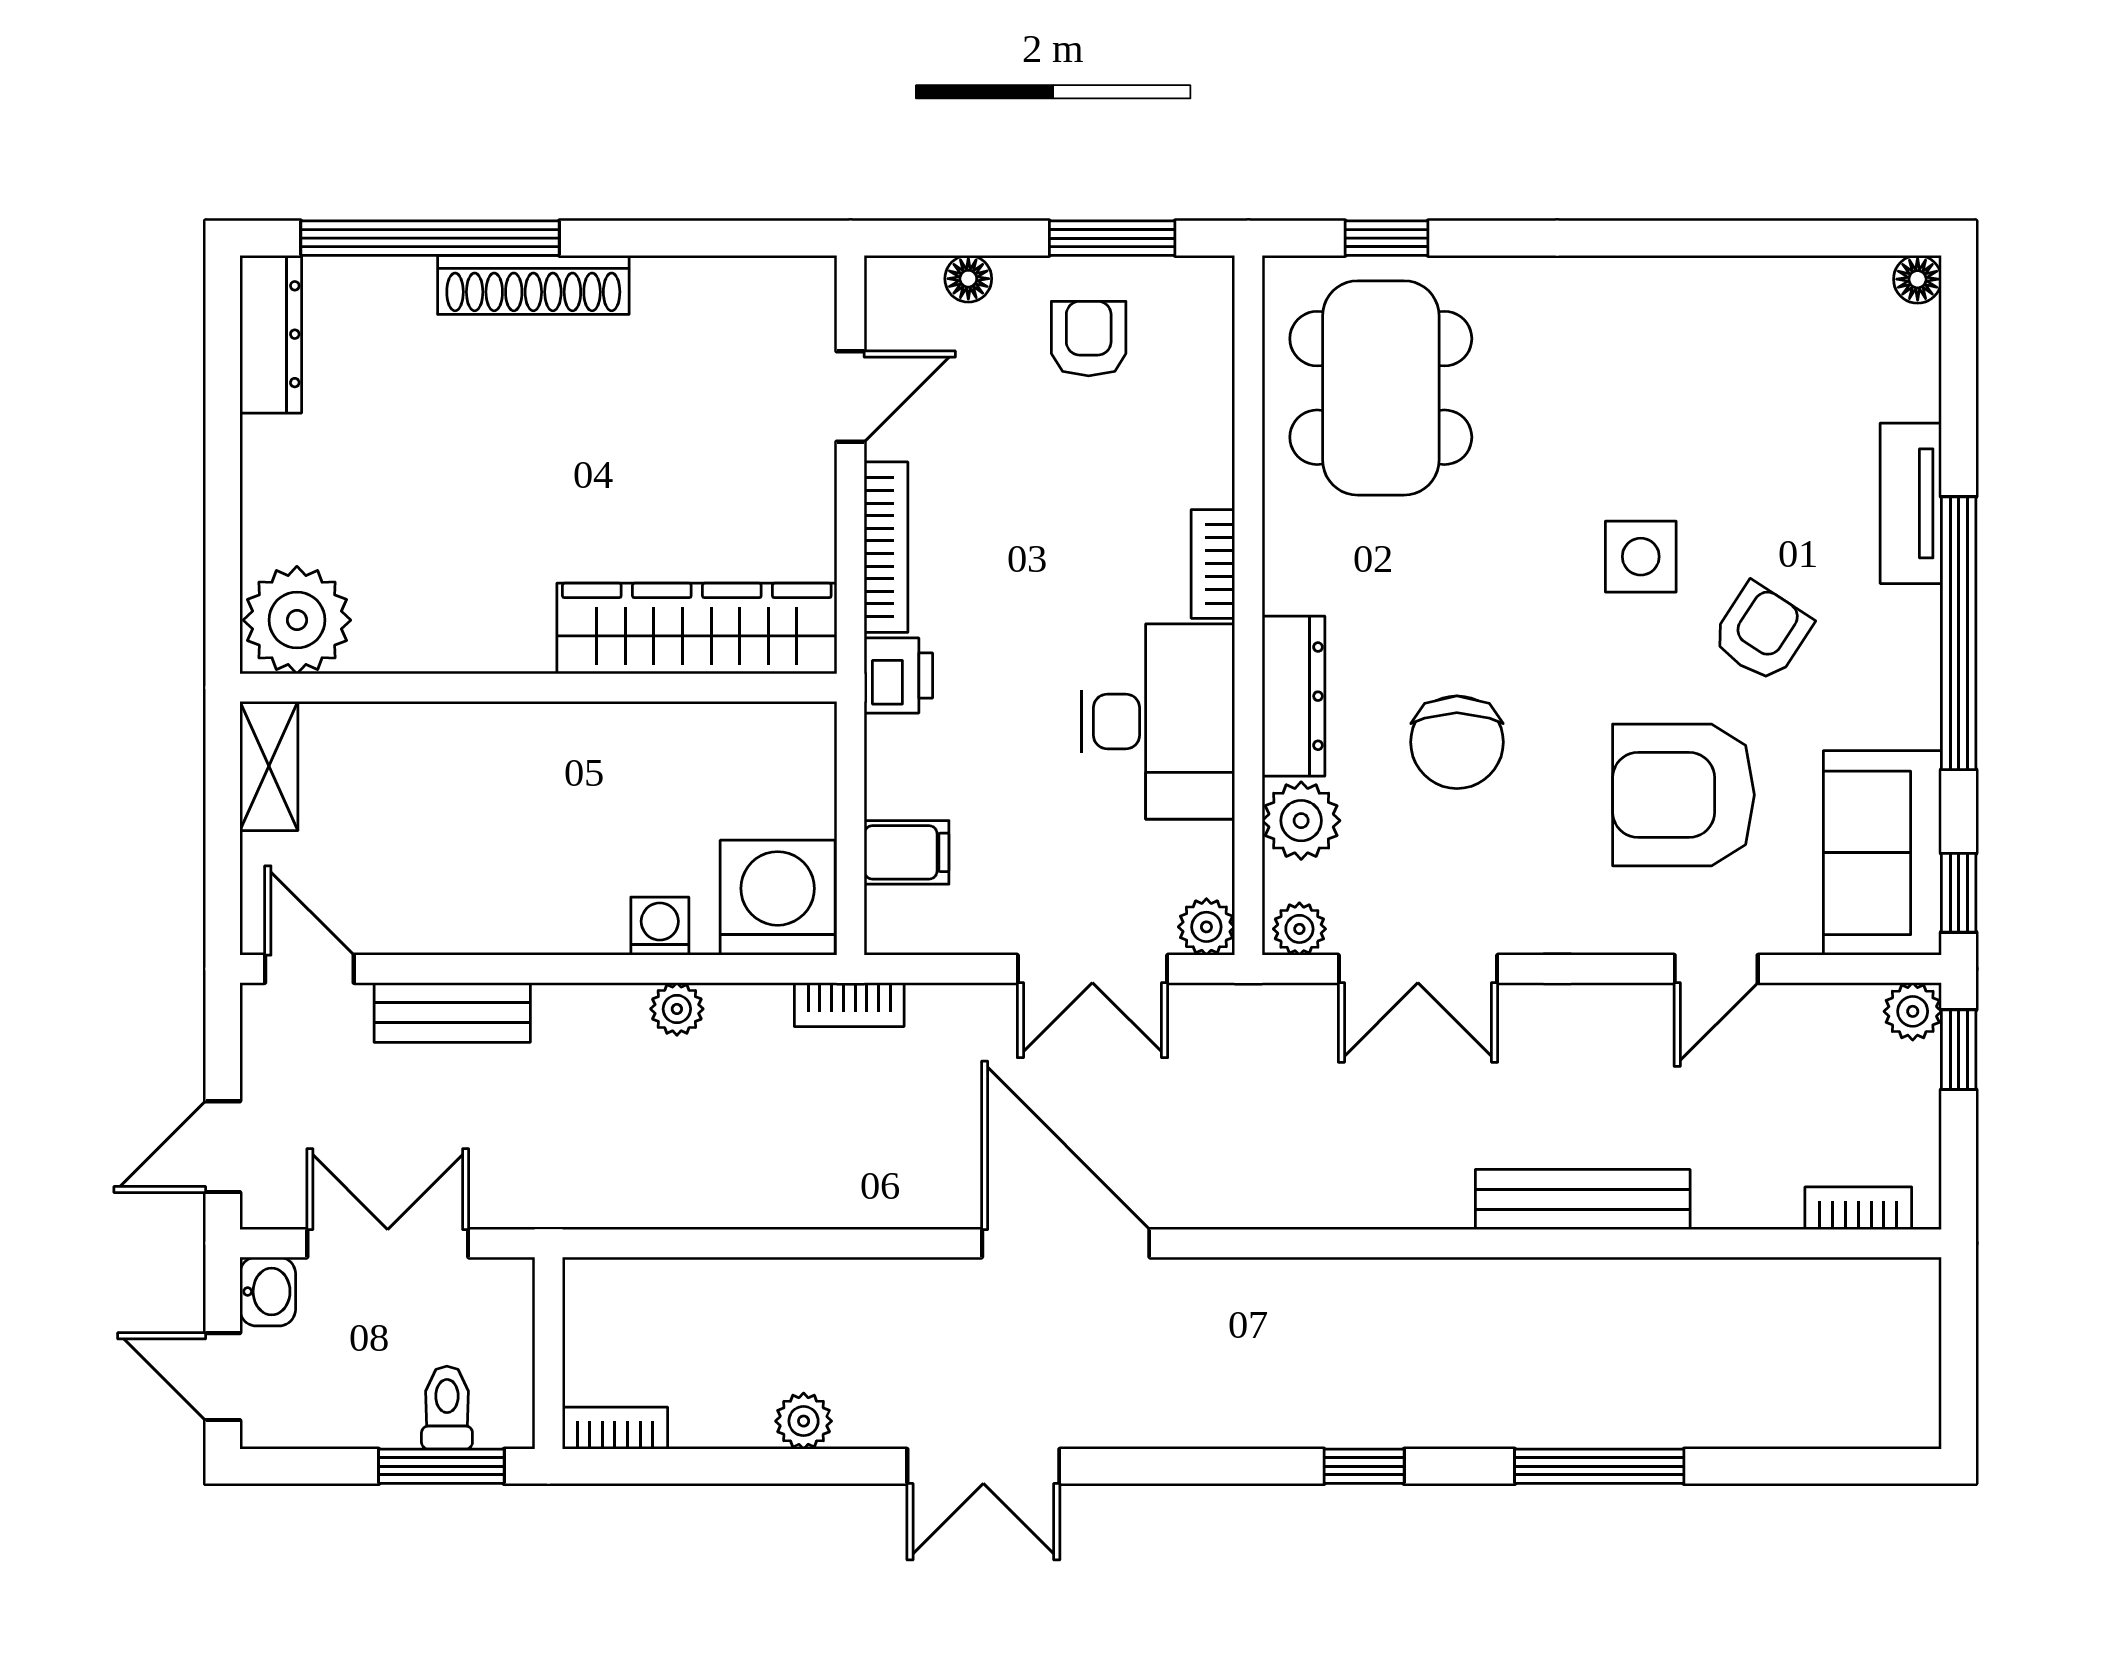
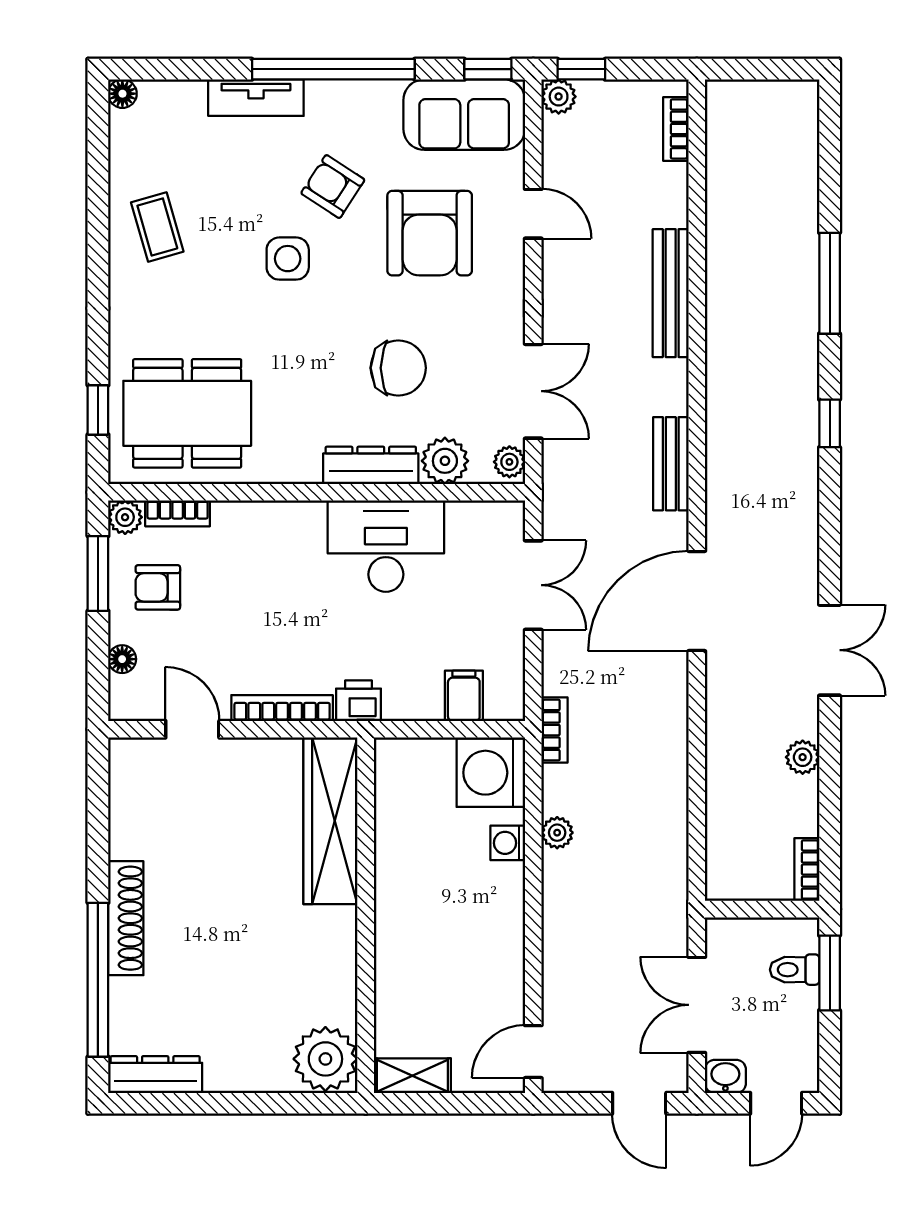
coffee table: (1694, 338) -> (157, 227), added
bookcase: (1213, 564) -> (178, 513), moved
plant: (1206, 927) -> (125, 517), moved
bench: (452, 1012) -> (671, 464), moved

